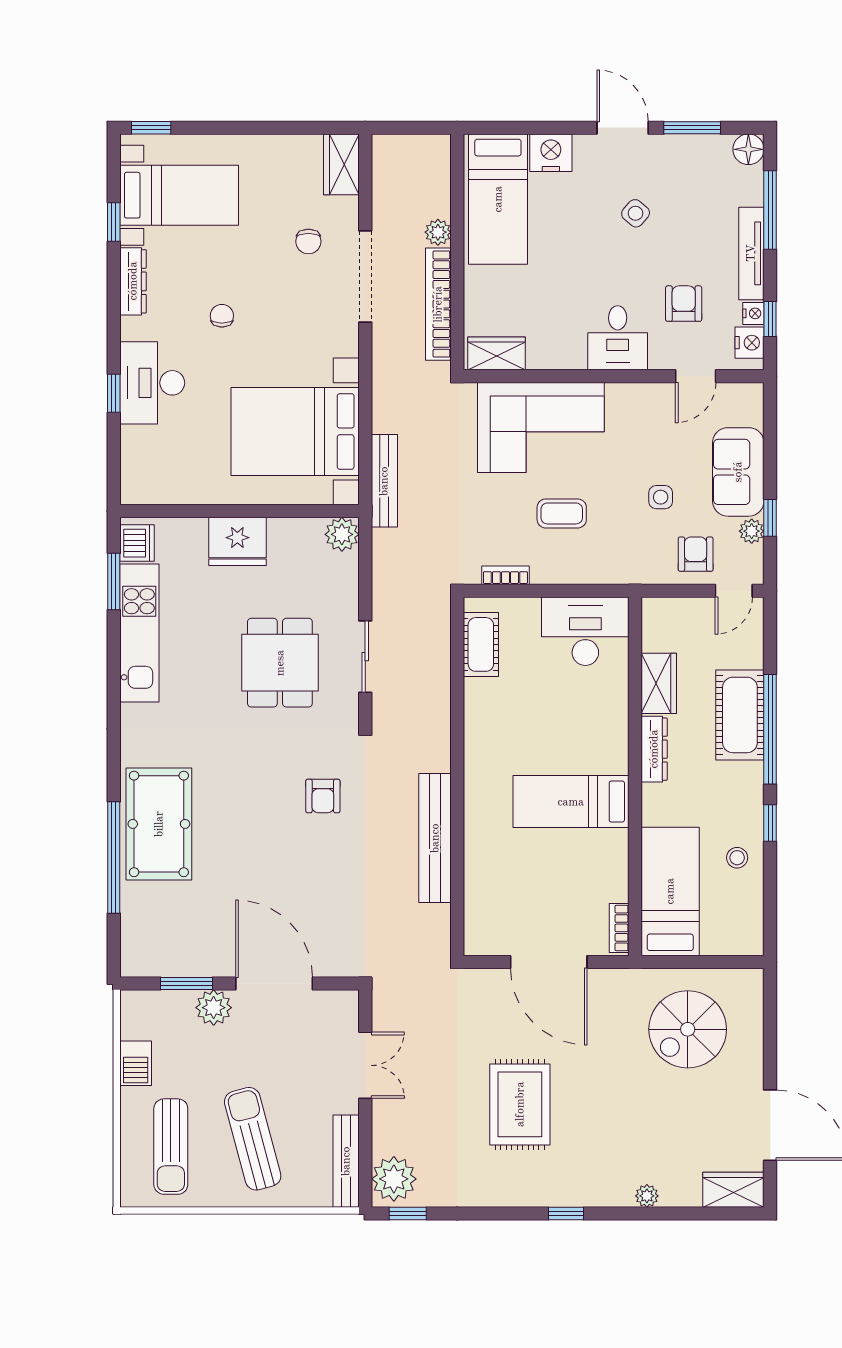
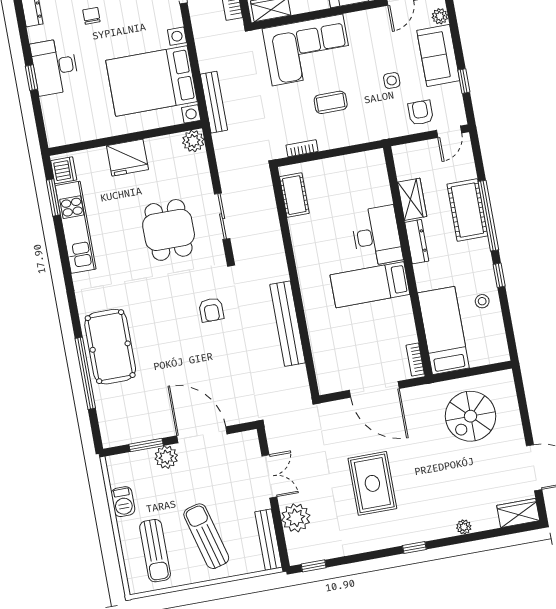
plant: (752, 531) -> (440, 16), moved
desk: (585, 631) -> (377, 236), moved, turned 90
plant: (394, 1179) -> (296, 518), moved

